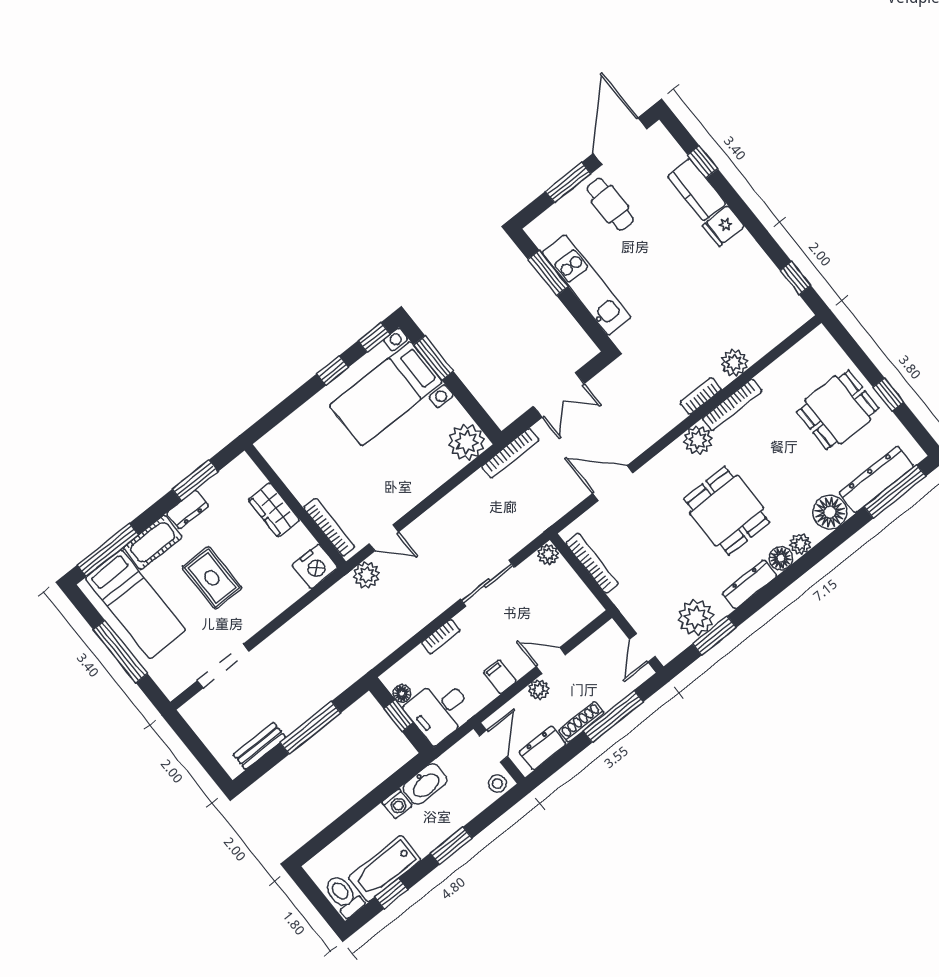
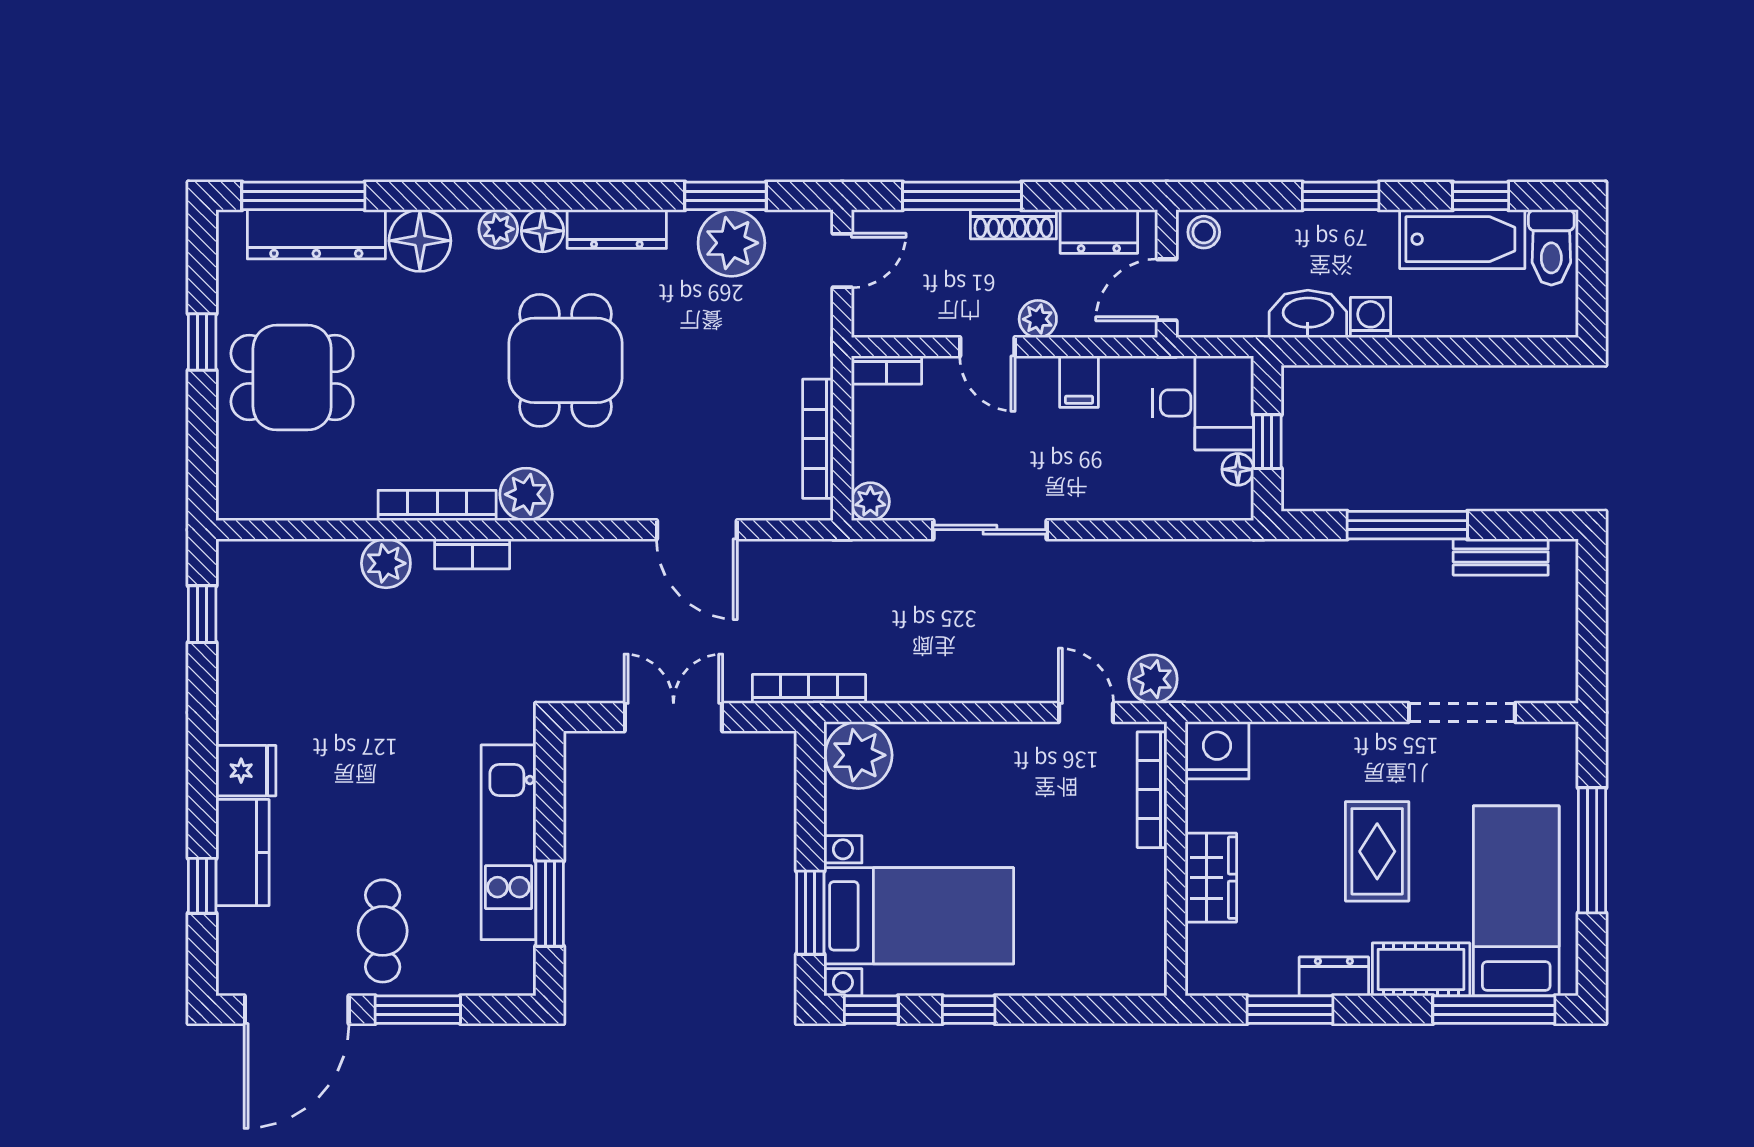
bookcase: (441, 637) -> (887, 370), moved, turned 180

